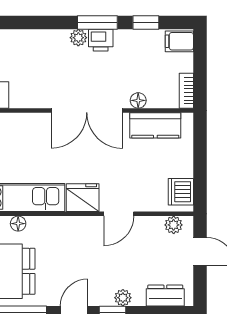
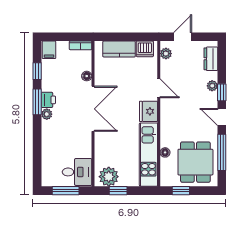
kitchen counter: (155, 125) -> (119, 49), moved, turned 90

